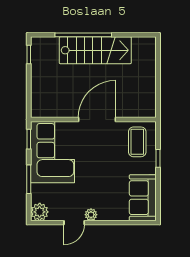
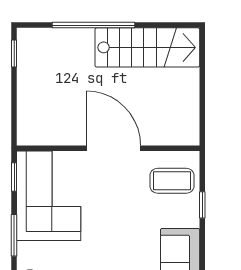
stairs: (95, 50) -> (147, 47), moved
door: (97, 120) -> (113, 148), hinge flipped
coffee table: (137, 142) -> (172, 181), turned 90

